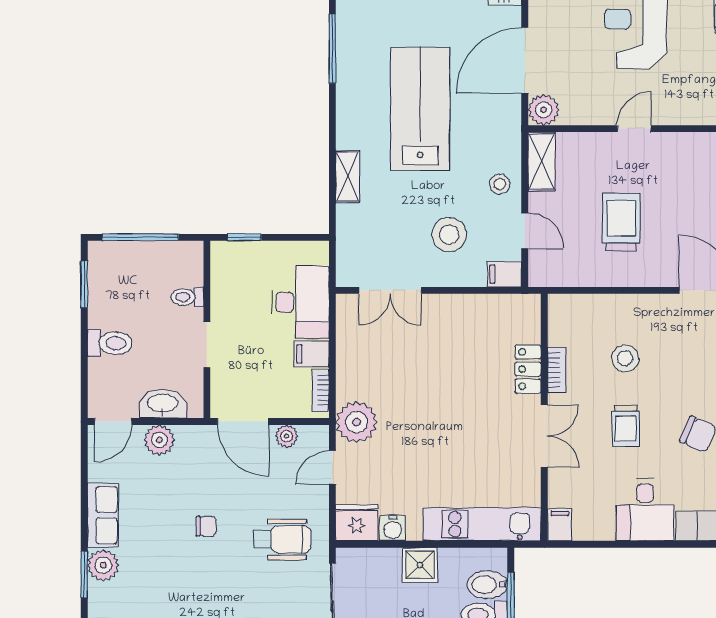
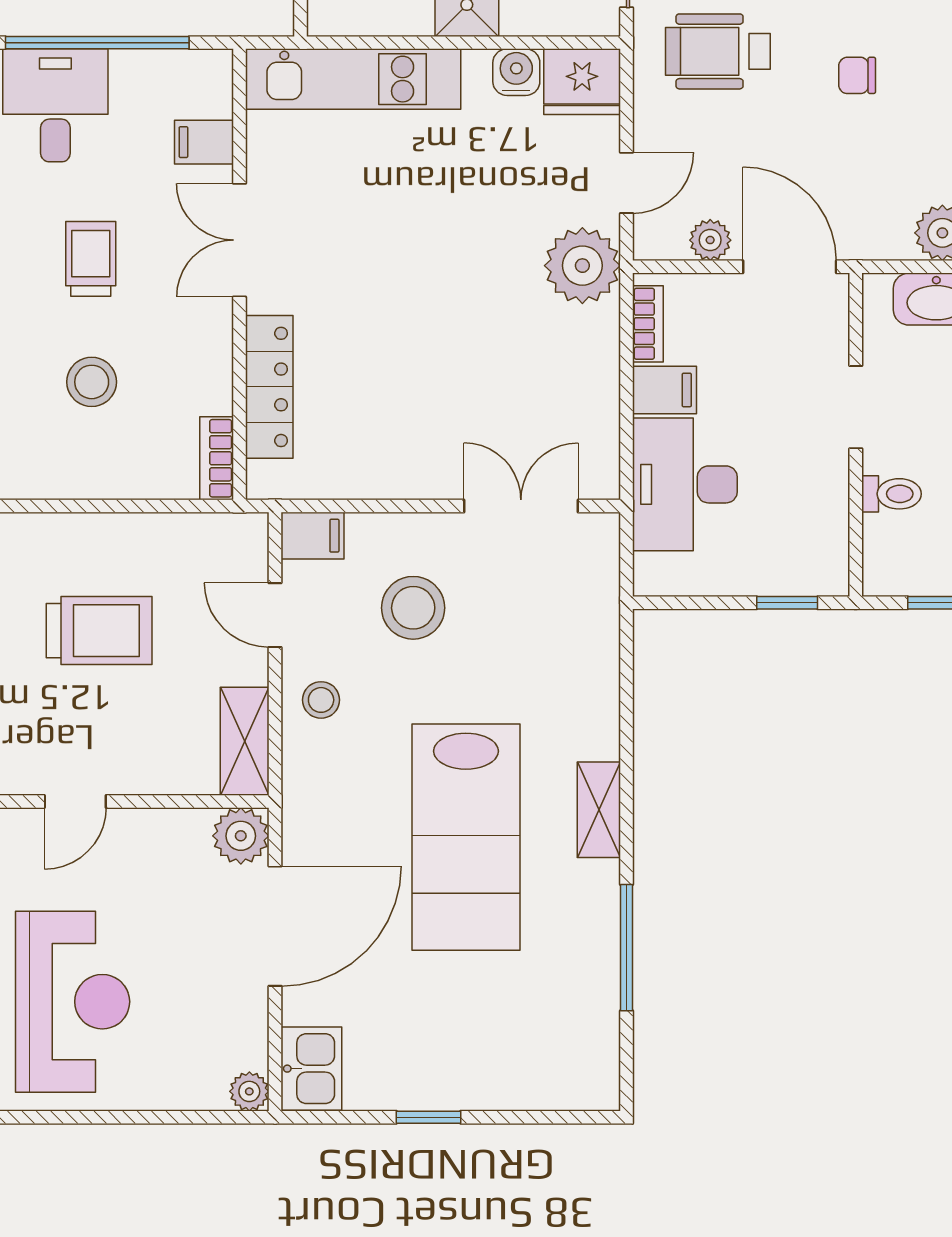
shelving: (348, 176) -> (599, 810), moved
trolley: (621, 222) -> (99, 631), turned -90
locker: (528, 369) -> (269, 387), width x1.53
bookcase: (557, 370) -> (217, 458), moved
filing cabinet: (560, 525) -> (204, 142), moved, turned 90
window: (622, 544) -> (97, 43), added

